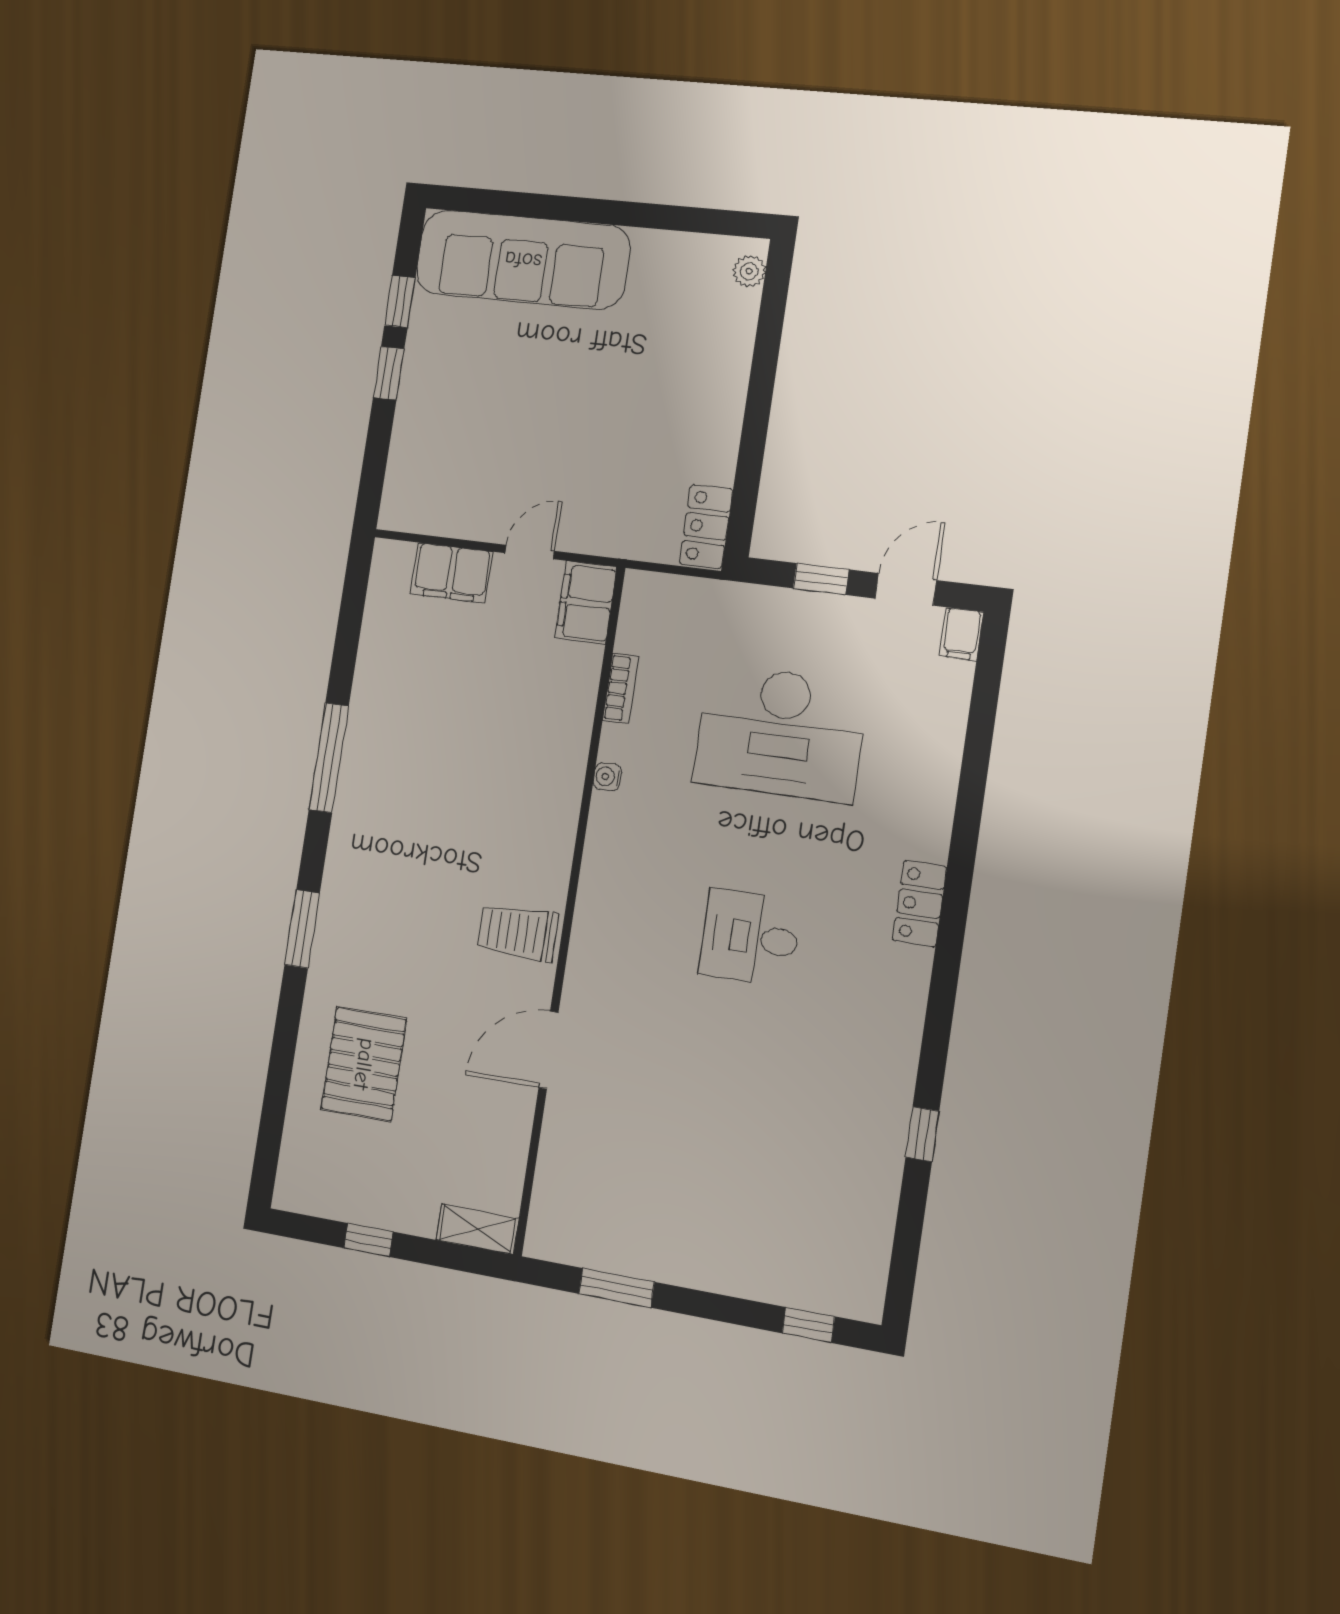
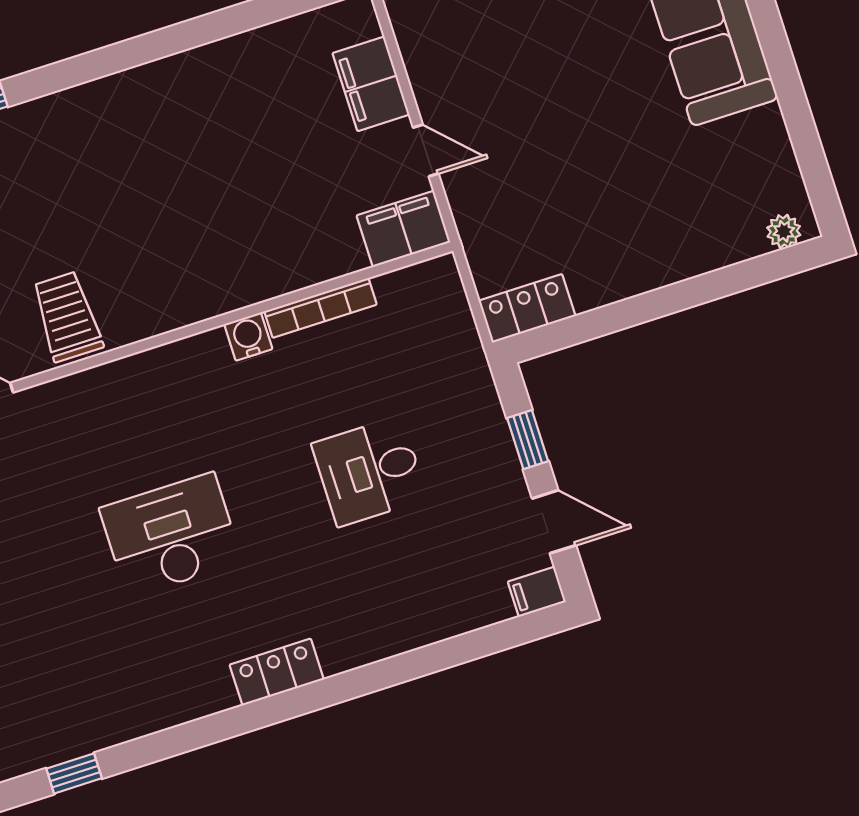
bookcase: (621, 688) -> (321, 308), width x1.56
desk: (780, 733) -> (369, 471), width x0.53, depth x0.77
window: (329, 758) -> (139, 50), removed
water cooler: (607, 777) -> (248, 337), width x1.38, depth x1.38
desk: (750, 937) -> (171, 535), width x1.37

